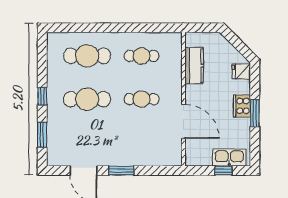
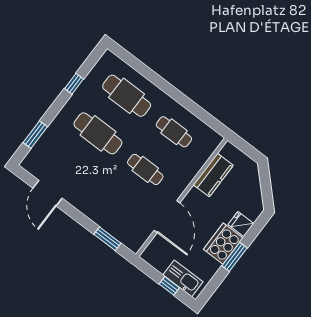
fridge: (241, 71) -> (241, 224), moved
window: (42, 96) -> (74, 84), moved
cooker: (242, 106) -> (223, 244), width x1.37, depth x1.31
window: (121, 171) -> (107, 239), moved

